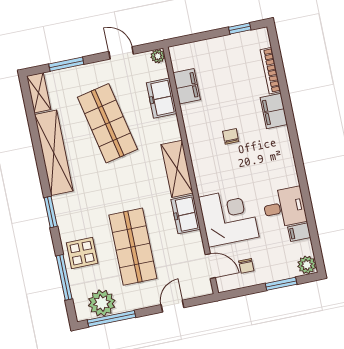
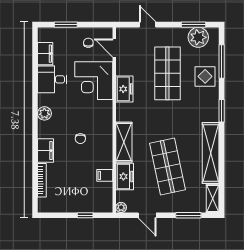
window: (240, 28) -> (85, 215), moved
filing cabinet: (187, 86) -> (105, 175), width x0.50
shelving: (177, 169) -> (124, 142), moved
filing cabinet: (299, 232) -> (45, 54), width x2.00
plant: (307, 265) -> (44, 113), moved
door: (172, 306) -> (148, 25), swing flipped
window: (112, 319) -> (193, 25), width x0.69

